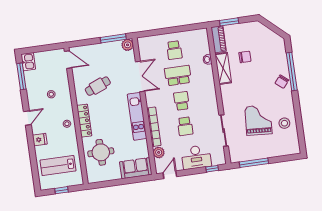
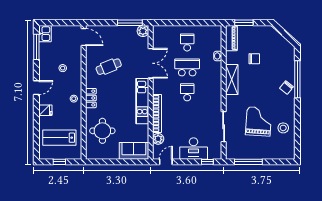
school desk: (174, 50) -> (187, 42), turned 180
shelving: (223, 68) -> (232, 80), moved
locker: (84, 121) -> (91, 98), width x0.66
school desk: (185, 126) -> (187, 117), removed

